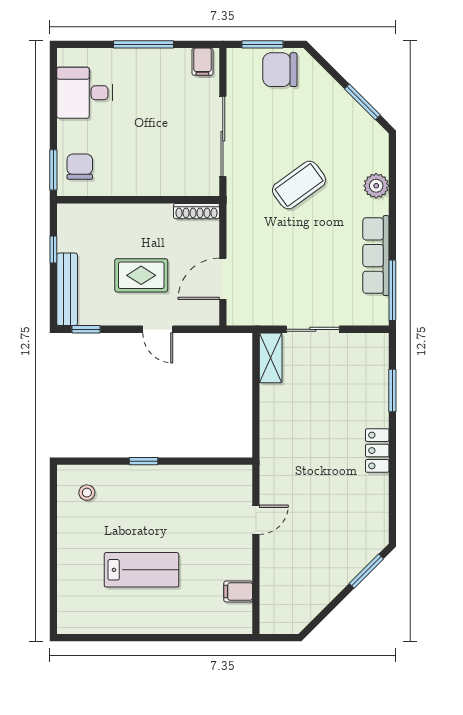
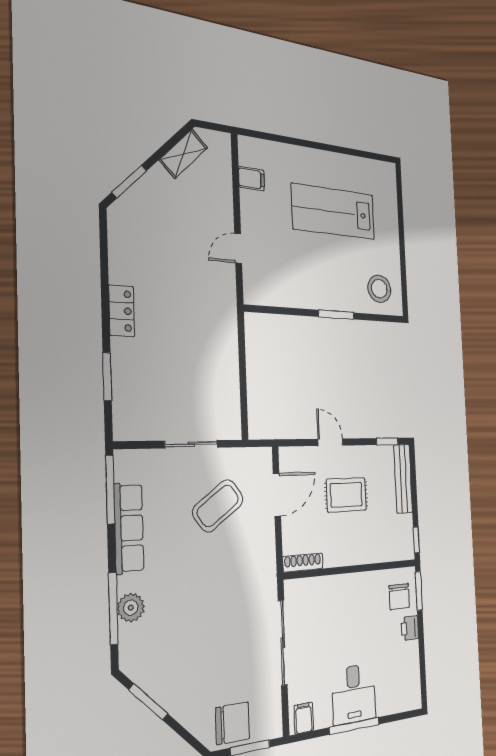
desk: (85, 93) -> (354, 694), moved, turned 90
printer: (68, 132) -> (410, 628), added
coffee table: (299, 185) -> (218, 506), moved
window: (392, 187) -> (113, 609), added
window: (53, 249) -> (416, 540), moved
shelving: (271, 358) -> (184, 154), moved, turned 45
window: (144, 461) -> (336, 315), width x1.50
stool: (87, 493) -> (379, 289), width x1.89, depth x1.89
lab bench: (142, 570) -> (334, 212), width x1.36, depth x1.39

